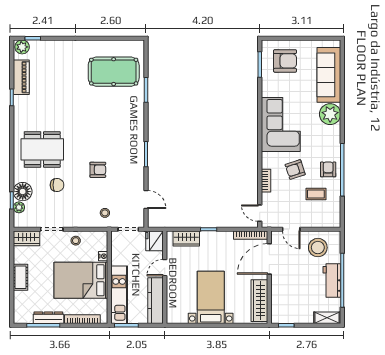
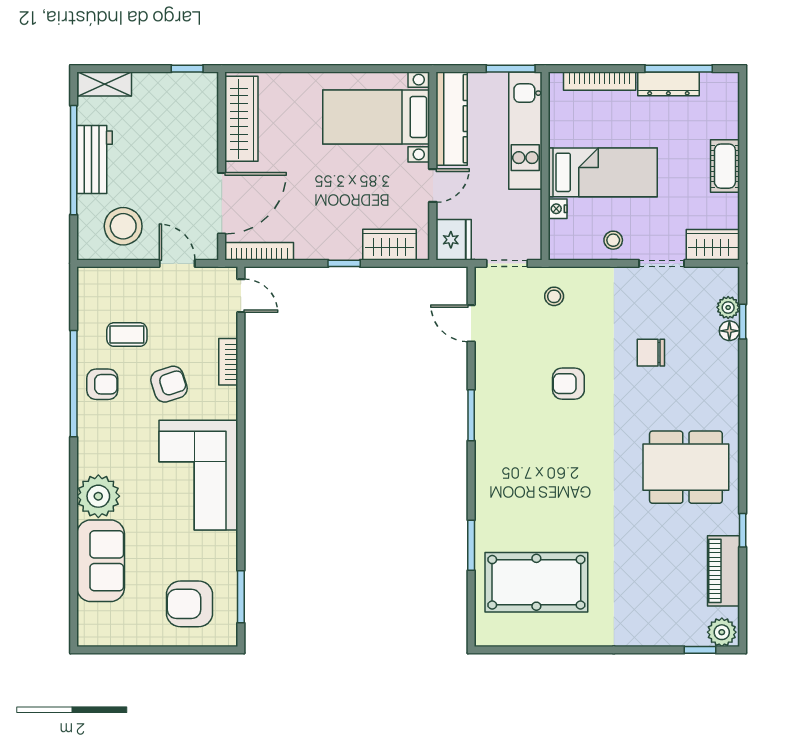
sofa: (329, 75) -> (101, 561), width x0.73
dining table: (42, 149) -> (686, 467), moved
armchair: (328, 169) -> (102, 384), turned -90
floor lamp: (23, 192) -> (729, 331), width x0.53, depth x0.53
bed: (81, 280) -> (603, 172), width x0.67
bed with nightstands: (211, 297) -> (376, 117), moved, turned 90

